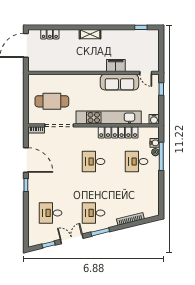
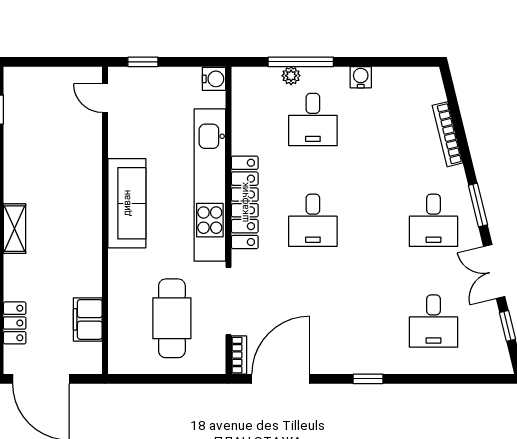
filing cabinet: (116, 65) -> (88, 319), moved
door: (146, 73) -> (105, 98), swing flipped
sofa: (119, 82) -> (127, 203), moved
locker: (118, 132) -> (245, 202), moved
water cooler: (155, 143) -> (361, 77), moved
door: (26, 160) -> (281, 379), moved

